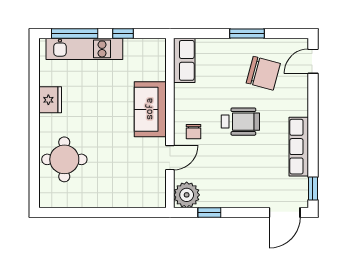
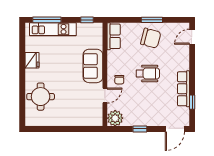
window: (123, 34) -> (87, 20), moved
chair: (263, 73) -> (151, 38), moved
window: (313, 188) -> (192, 102), moved
window: (209, 213) -> (140, 129), moved

